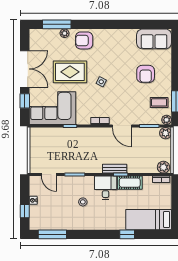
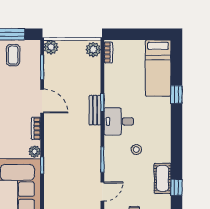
plant: (167, 120) -> (35, 152), moved
door: (122, 126) -> (42, 101), hinge flipped
cot: (130, 183) -> (162, 178), moved
window: (52, 234) -> (176, 187), width x0.46

